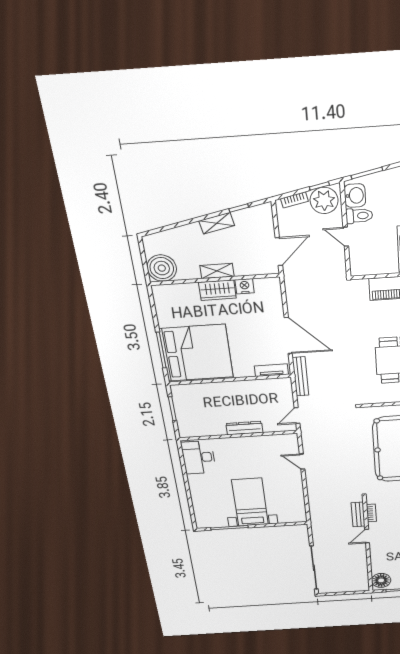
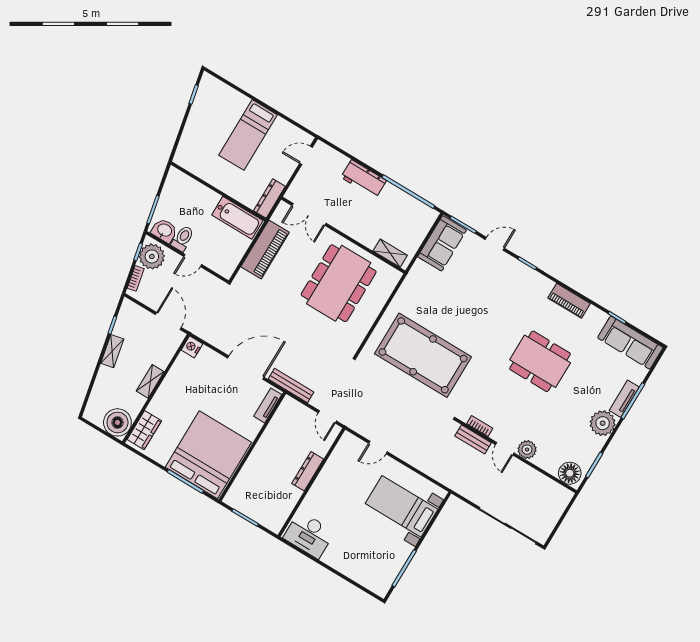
nightstand: (245, 286) -> (192, 347), moved
wardrobe: (217, 290) -> (144, 430), moved
bed with nightstands: (250, 502) -> (402, 506), moved
plant: (377, 549) -> (527, 450), added

